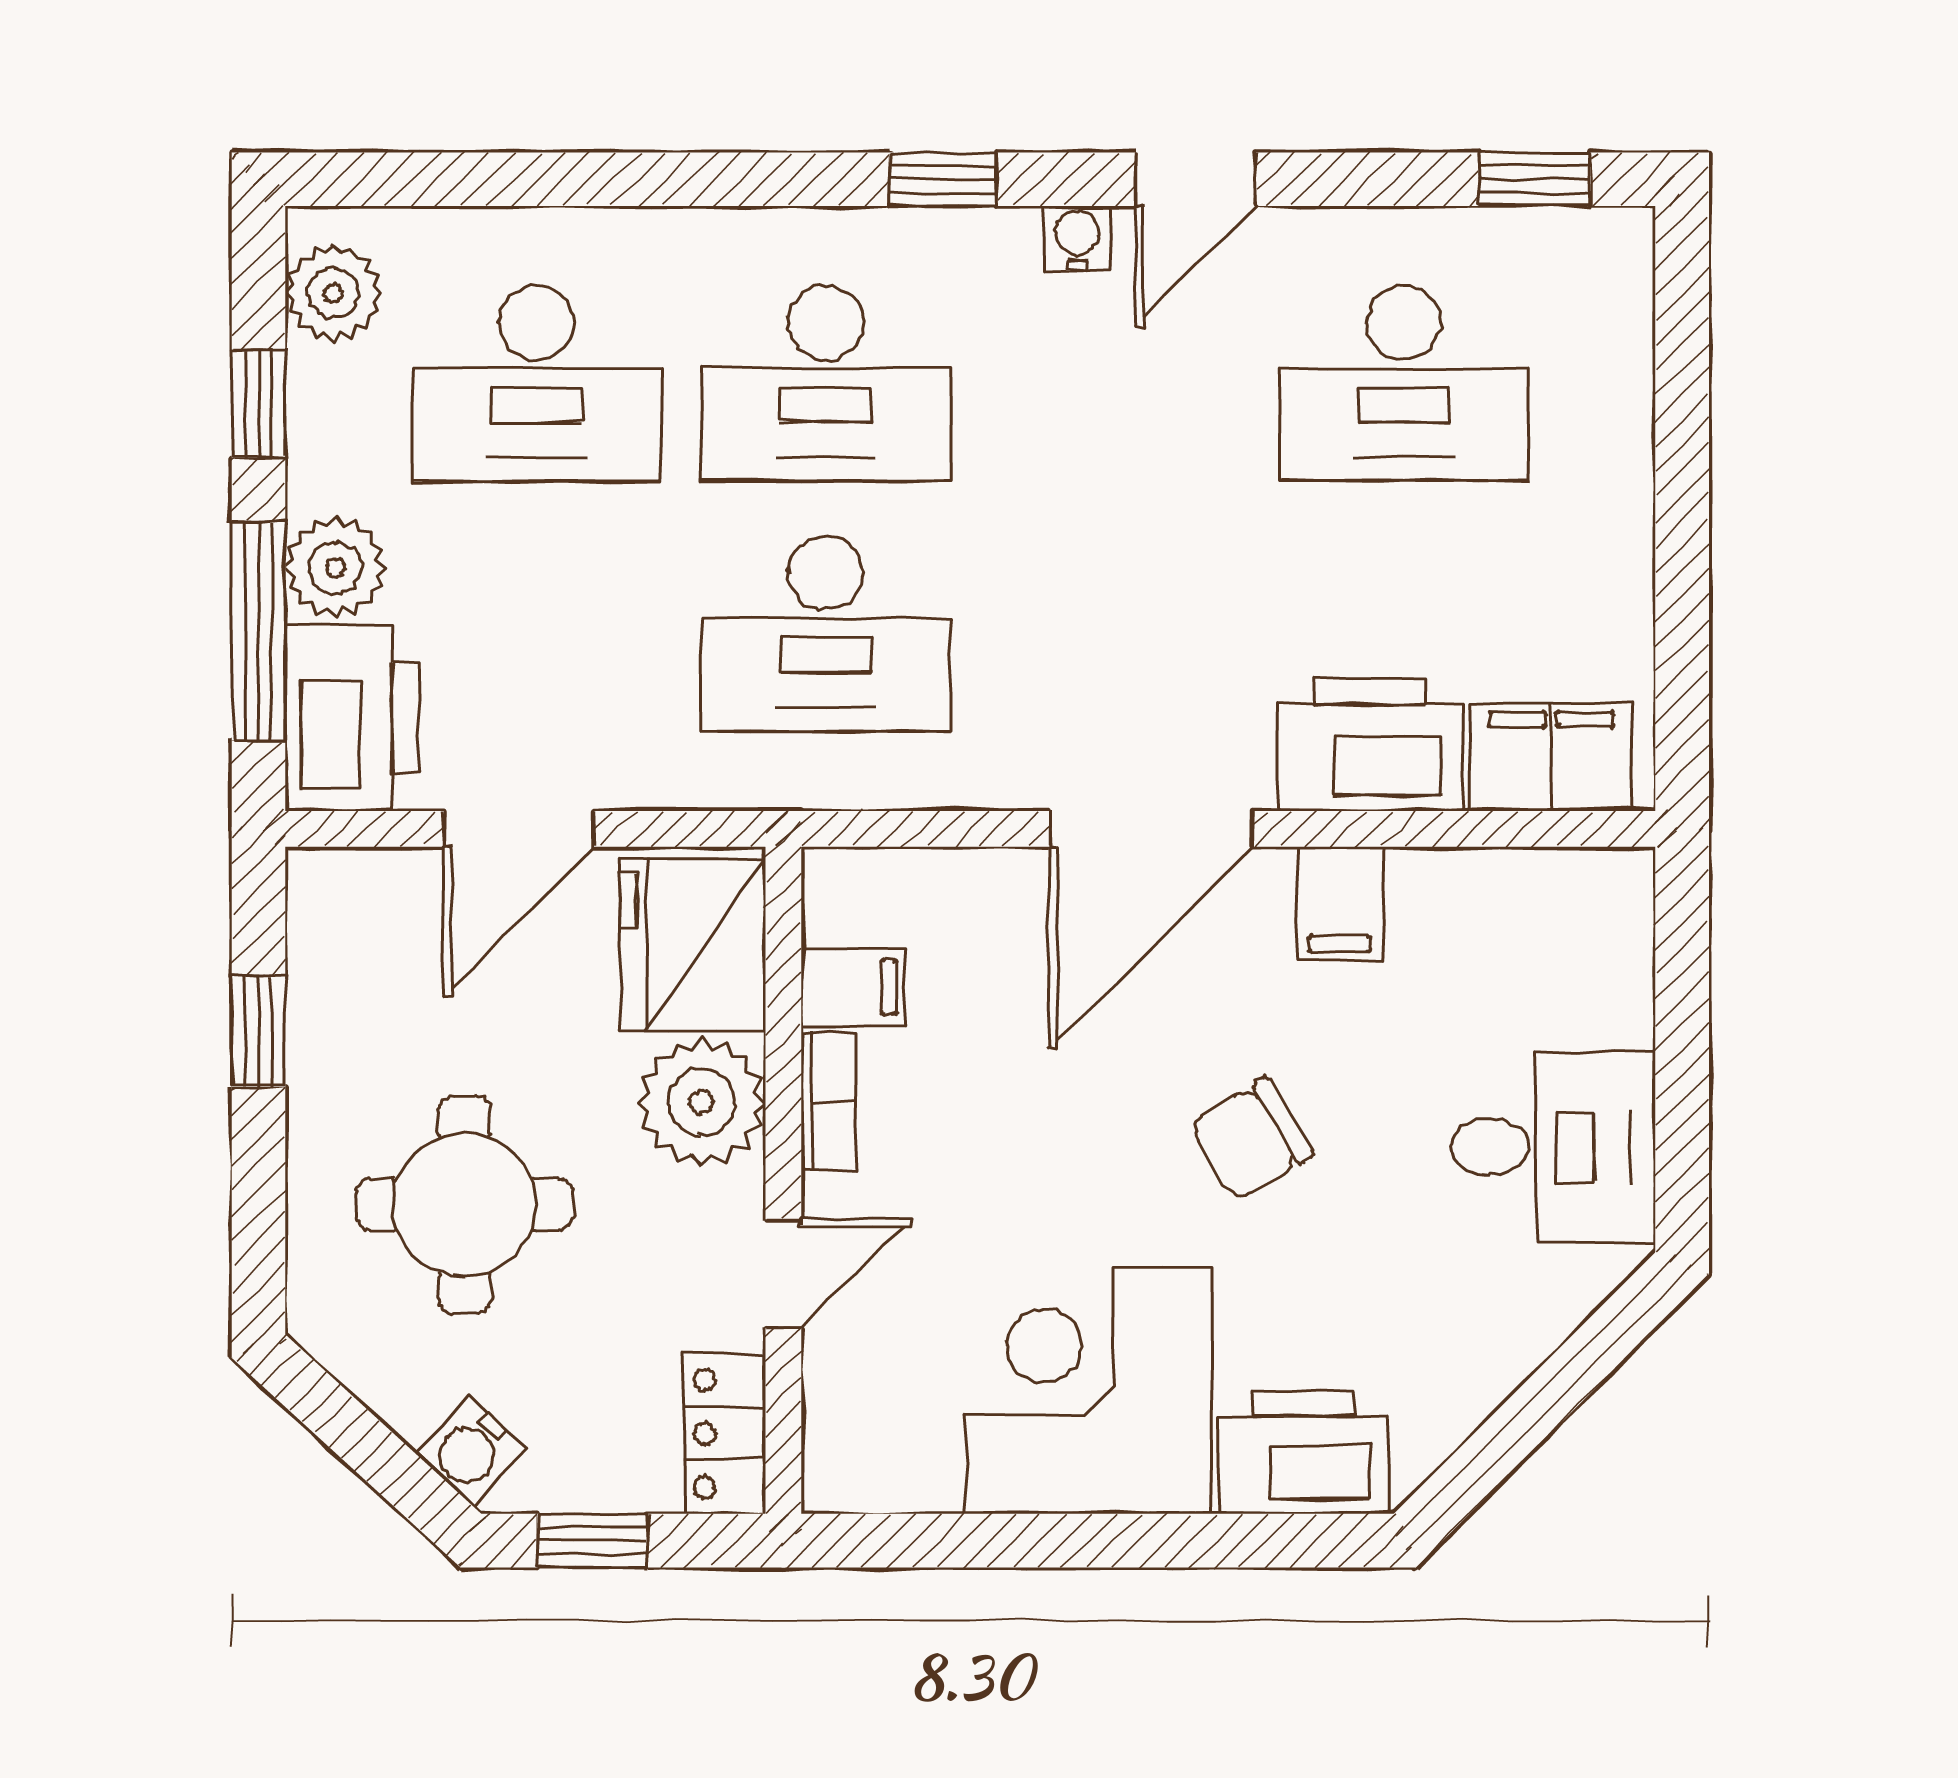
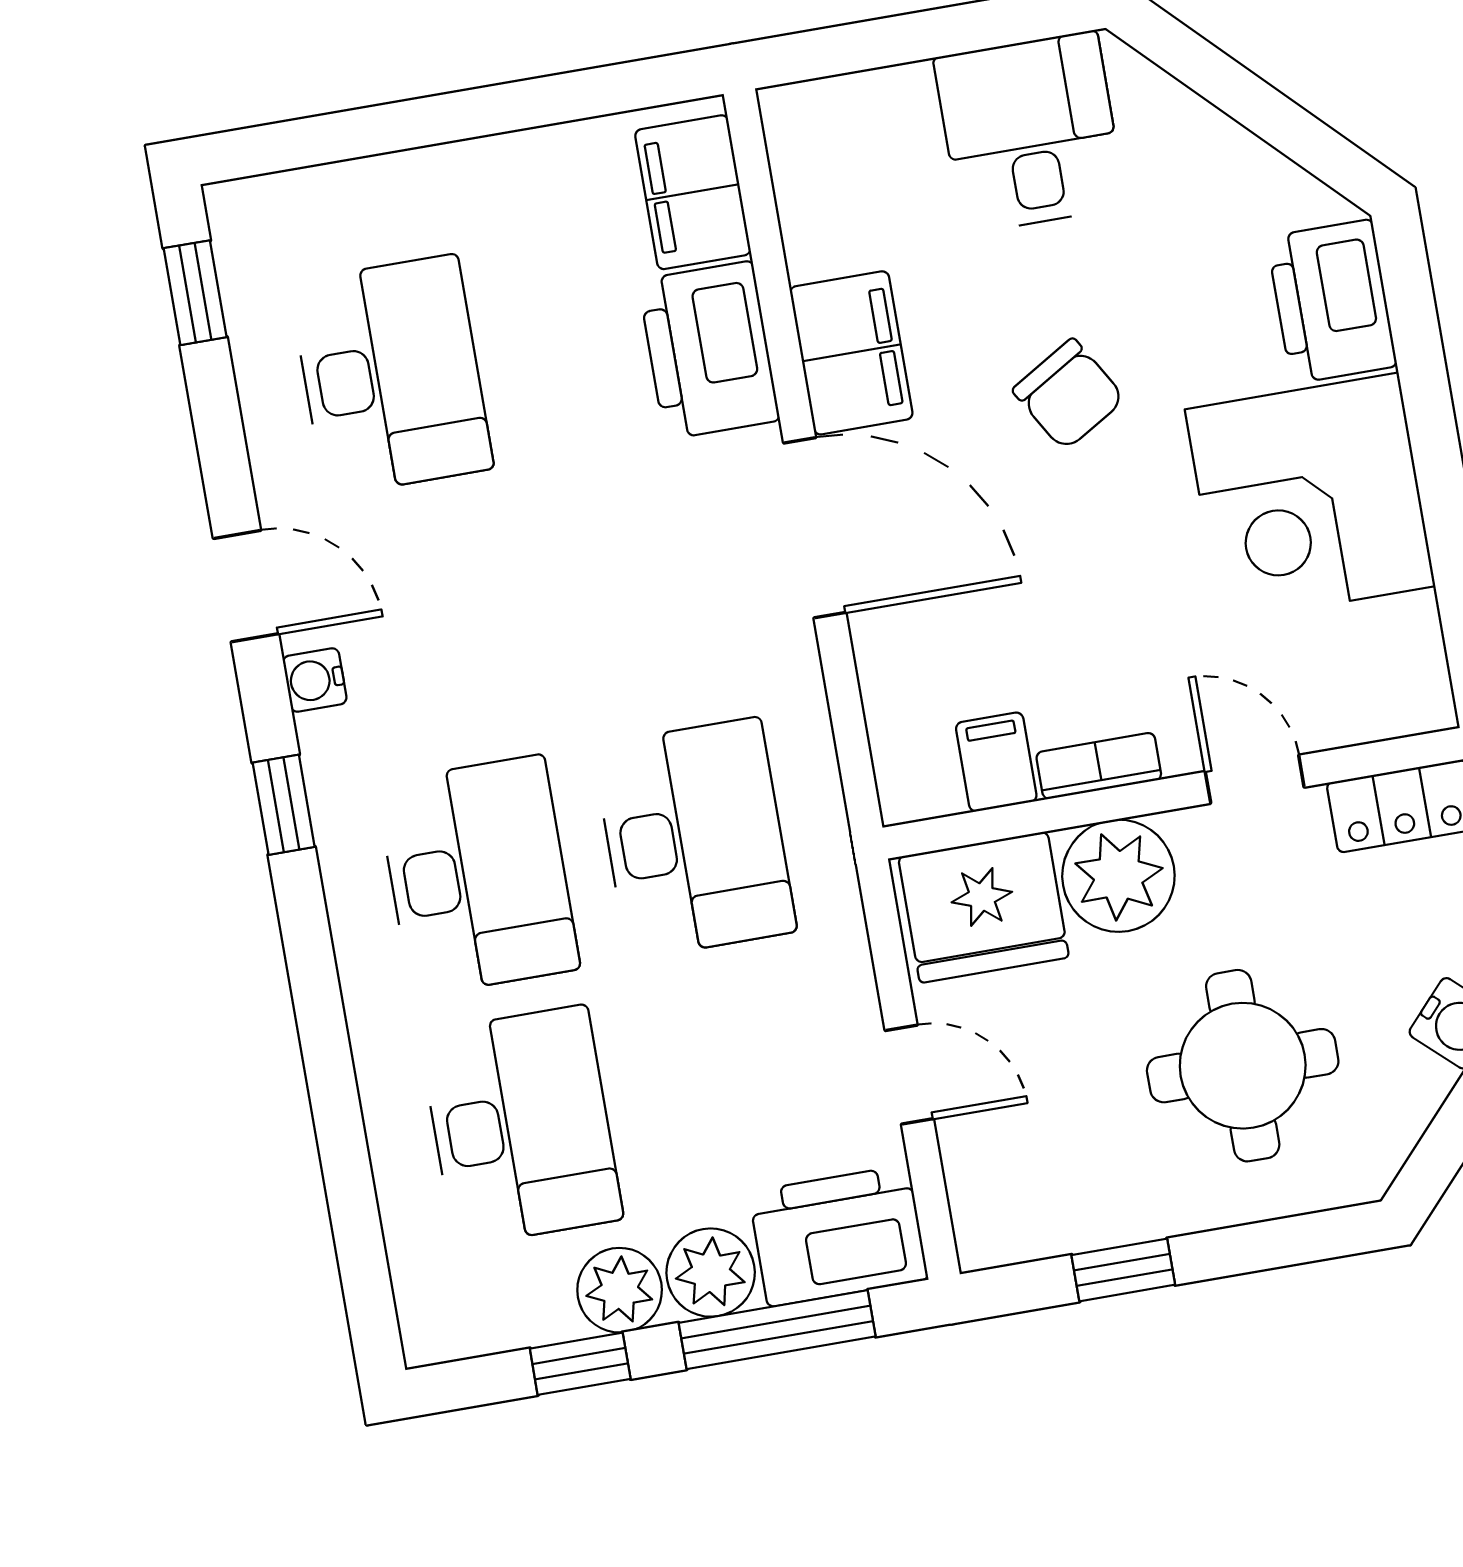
plant: (333, 293) -> (620, 1290), moved
door: (519, 829) -> (909, 1075), width x0.73
filing cabinet: (1340, 904) -> (851, 353), width x2.00

